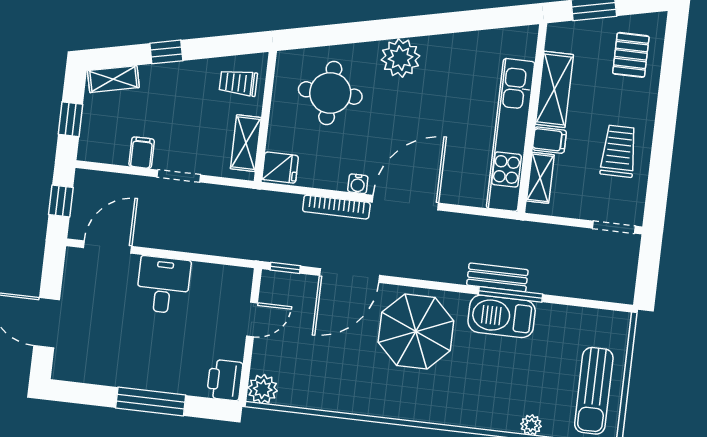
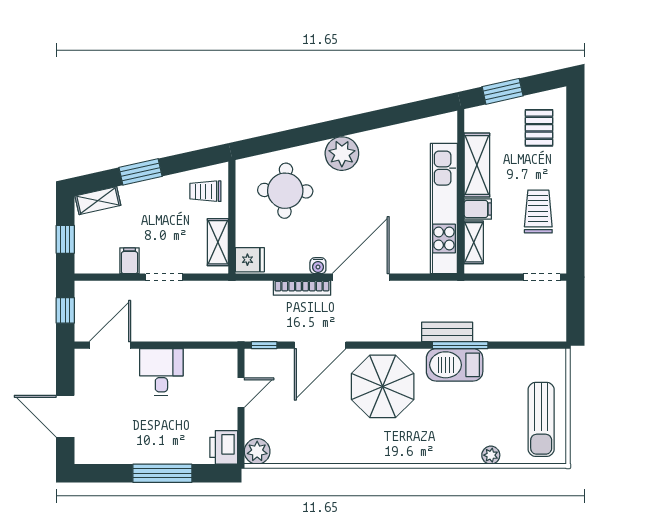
window: (166, 52) -> (141, 172), width x1.50

